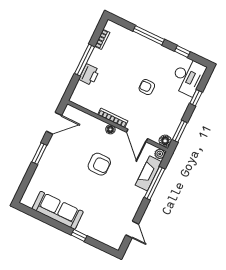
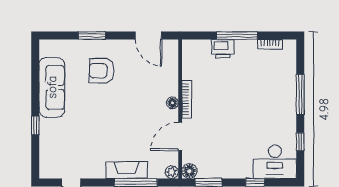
armchair: (147, 87) -> (240, 121), removed
window: (39, 154) -> (92, 36), moved
armchair: (99, 164) -> (102, 71), moved, turned 90
fireplace: (148, 173) -> (127, 170), moved

